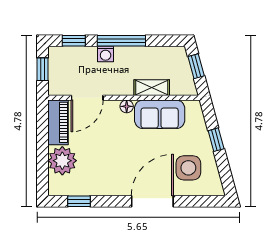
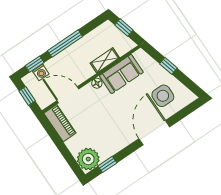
washing machine: (106, 54) -> (41, 72), moved
door: (87, 98) -> (68, 95), swing flipped
plant: (62, 161) -> (88, 159), moved

